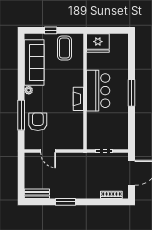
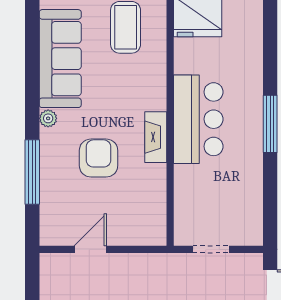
armchair: (38, 122) -> (99, 158), moved
door: (48, 151) -> (90, 249), swing flipped

